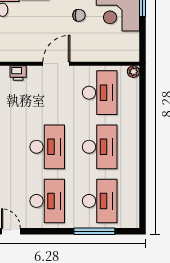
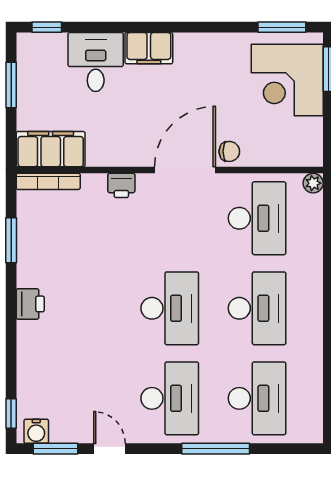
chair: (79, 15) -> (229, 151), moved
door: (56, 64) -> (185, 170), width x1.36
window: (94, 231) -> (216, 449), moved

